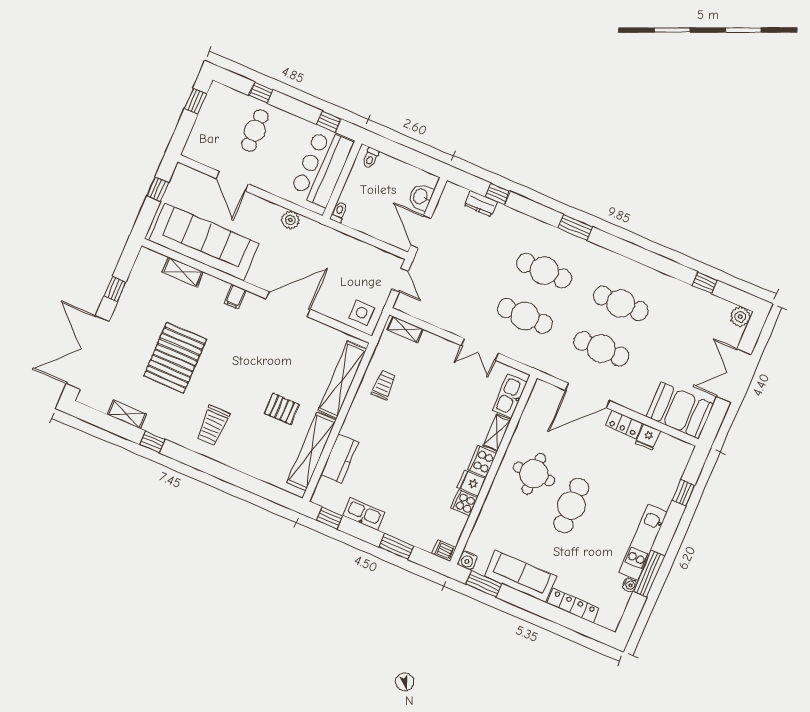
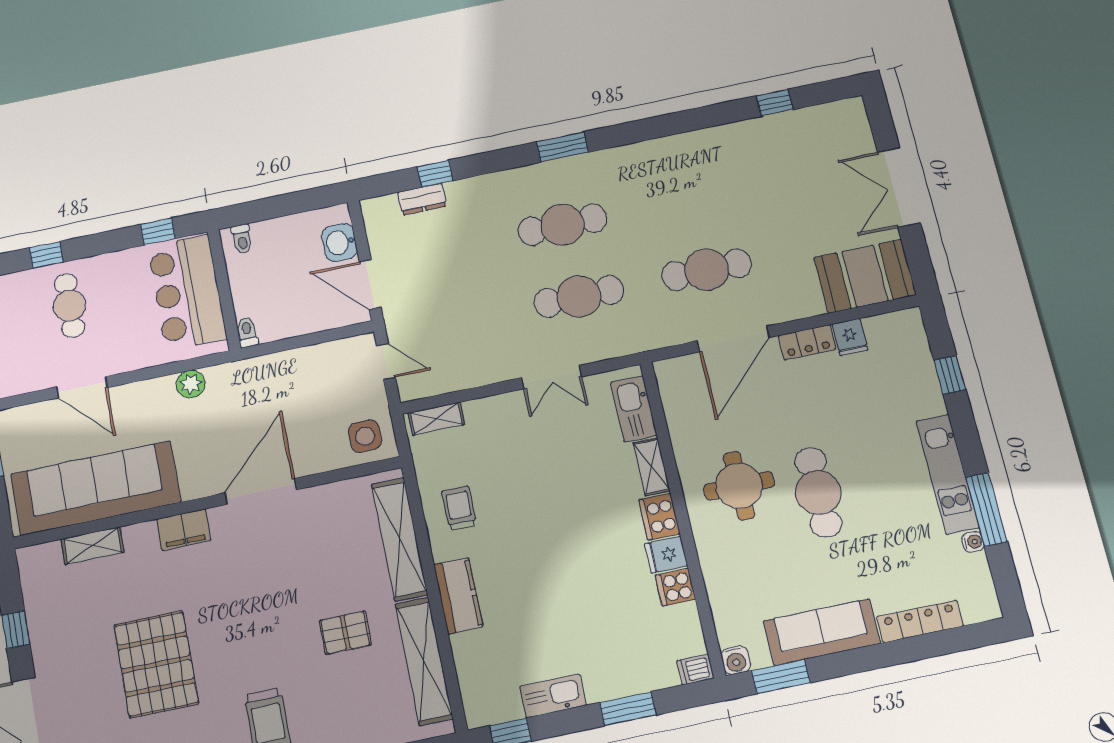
filing cabinet: (235, 297) -> (184, 530), width x2.00
cafe table: (621, 303) -> (689, 198), removed
plant: (740, 317) -> (851, 112), removed
kitchen counter: (340, 458) -> (458, 596), moved

